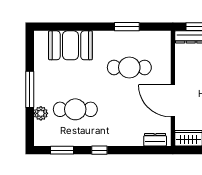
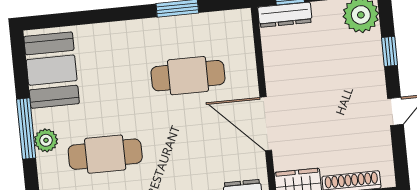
booth: (70, 45) -> (52, 70), moved, turned 90
plant: (41, 113) -> (46, 140), moved

